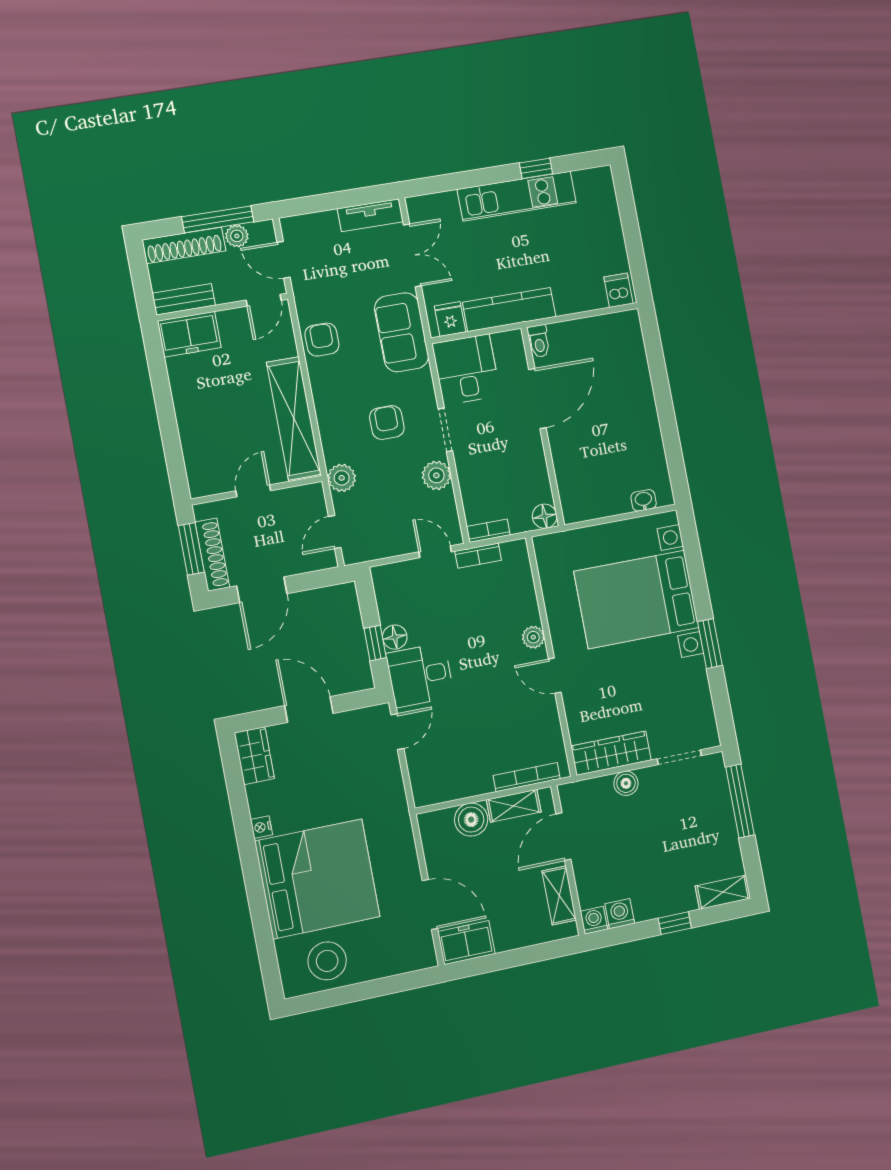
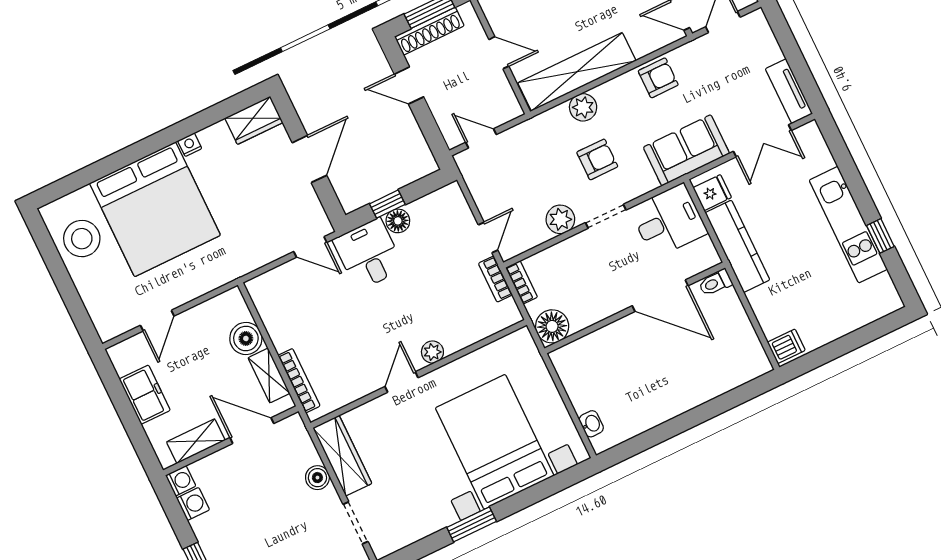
plant: (342, 478) -> (583, 107), moved
floor lamp: (545, 516) -> (552, 326), width x1.38, depth x1.38
door: (262, 590) -> (409, 86), width x0.73
door: (430, 904) -> (157, 321), width x0.73
freezer: (466, 943) -> (145, 395), moved

